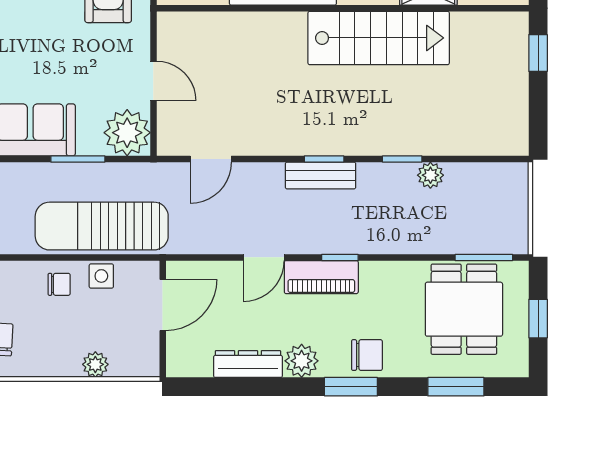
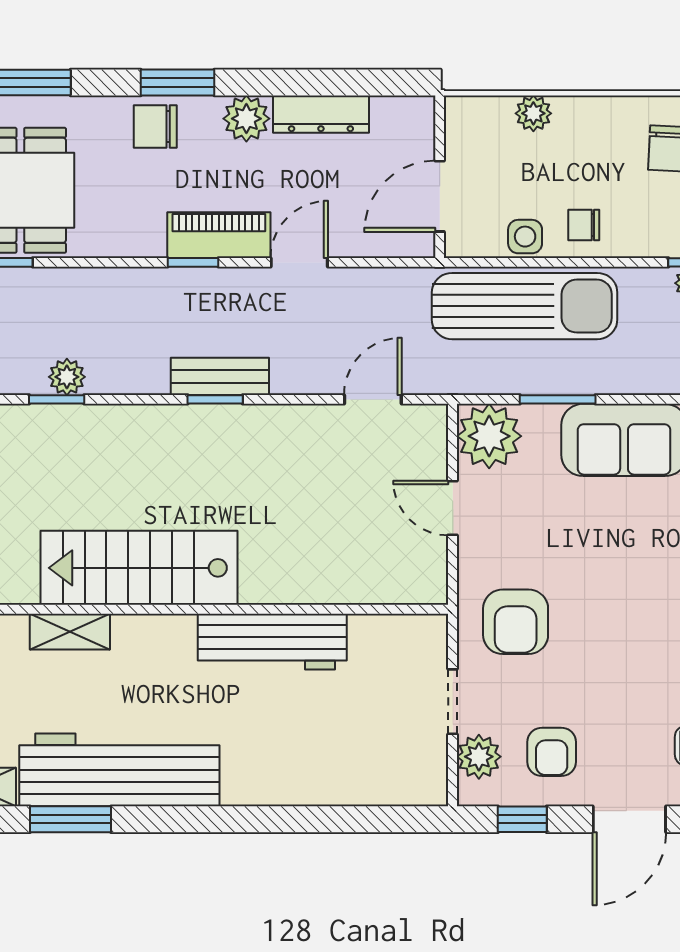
window: (402, 159) -> (57, 399), moved

